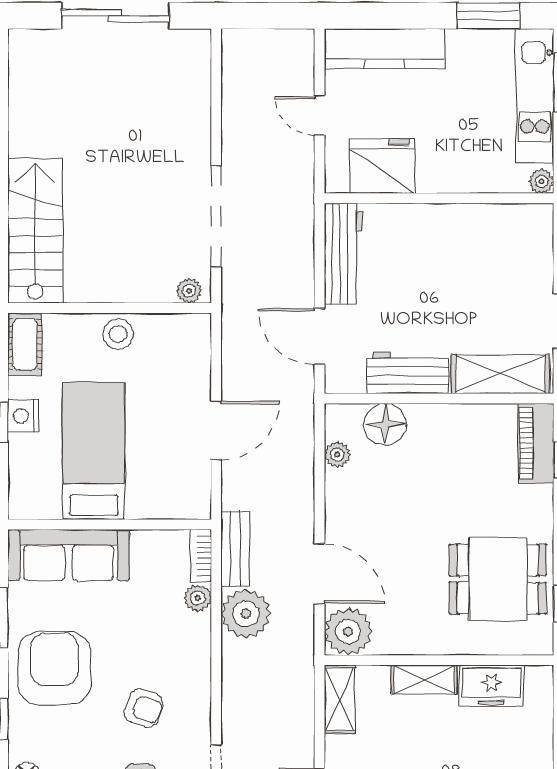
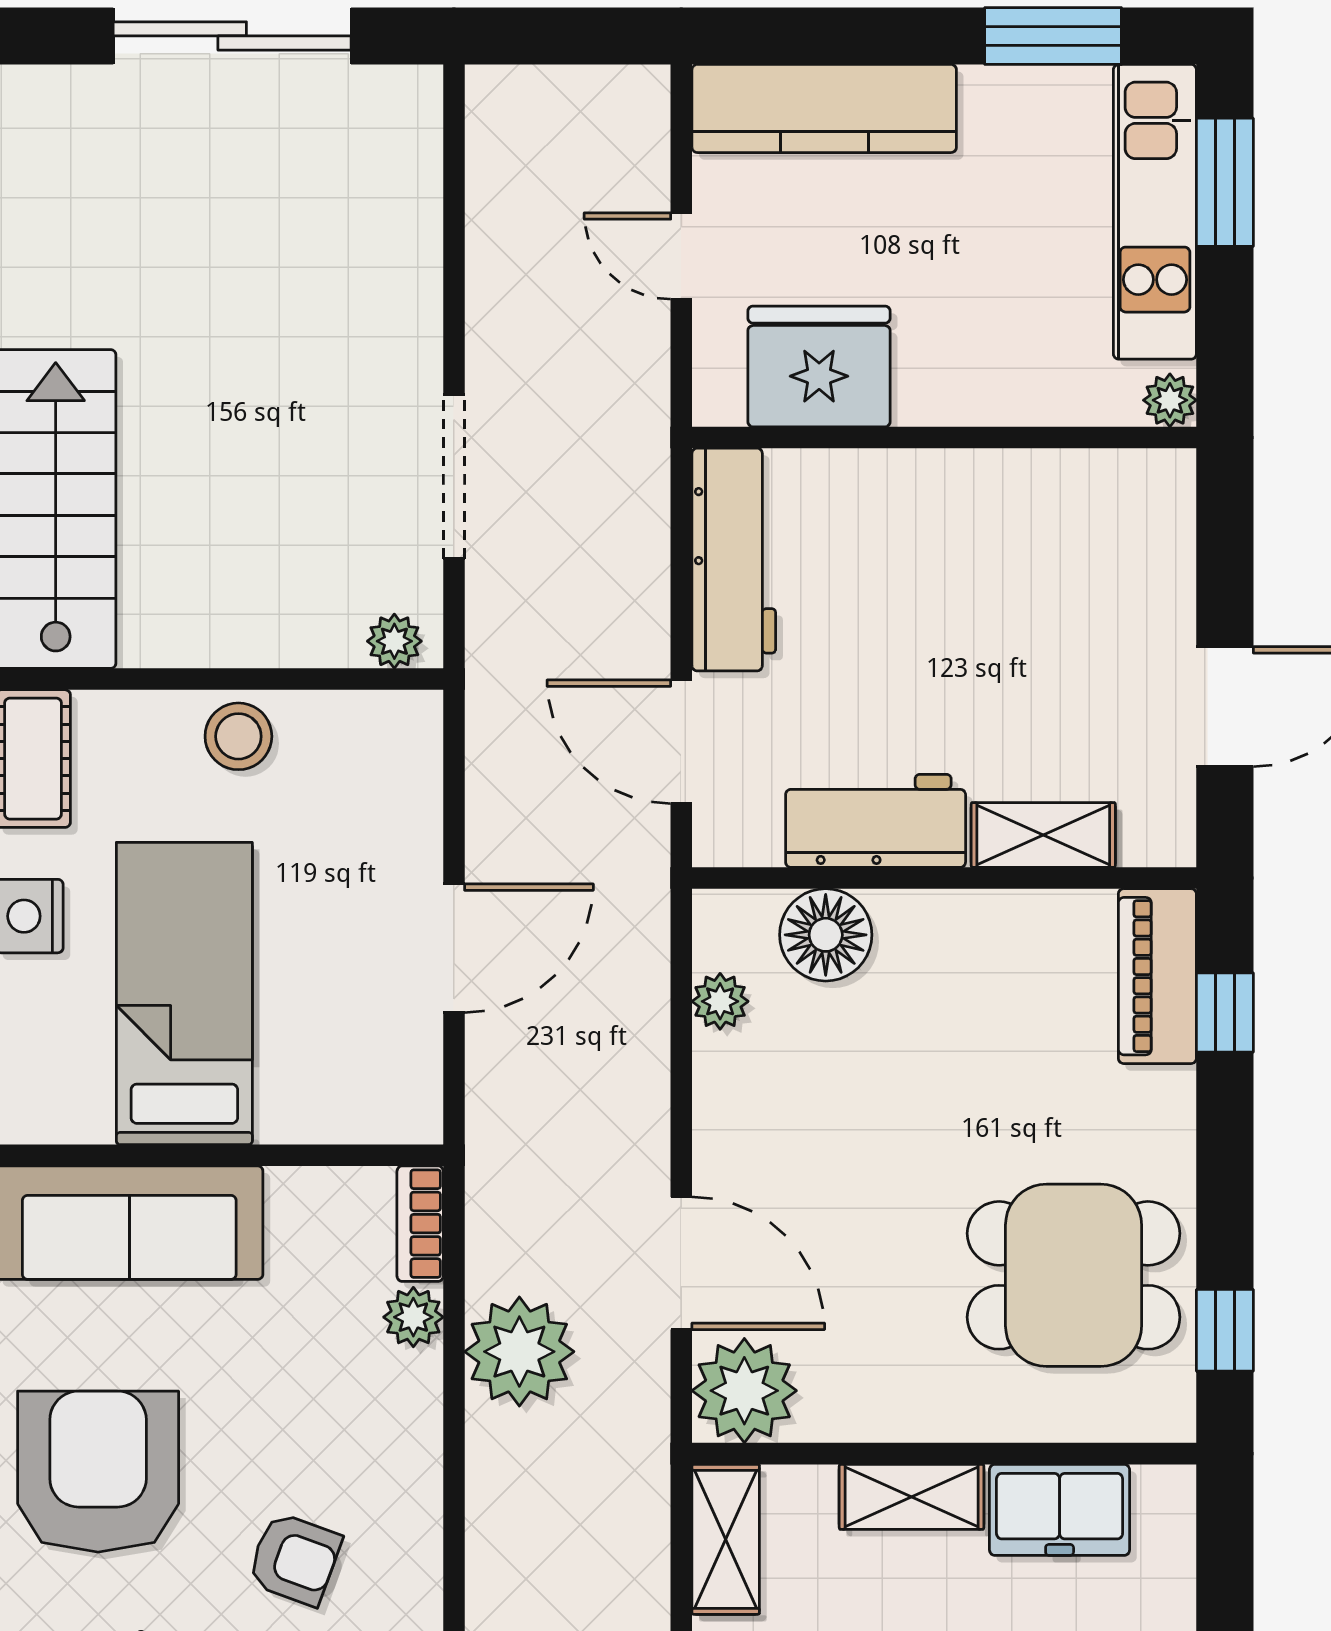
doorway: (216, 216) -> (454, 477), width x0.73
shelving: (500, 374) -> (1043, 835), width x0.67, depth x0.75
bench: (235, 549) -> (496, 1209), removed

